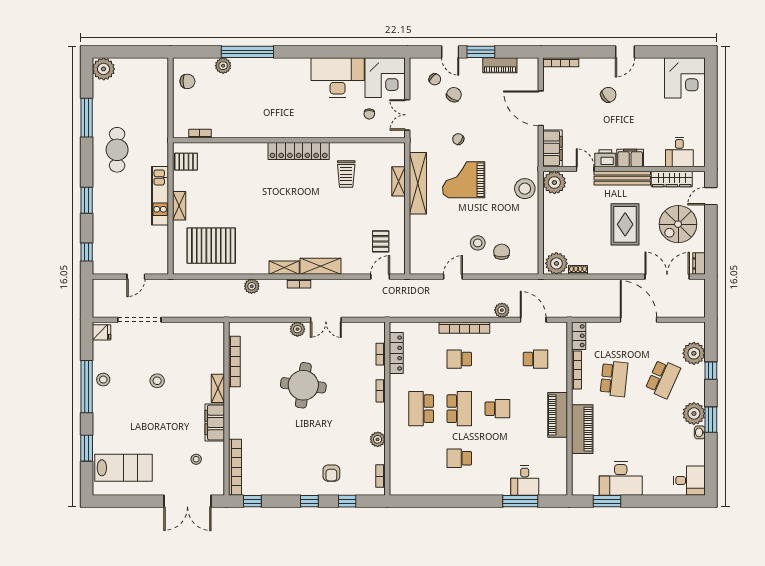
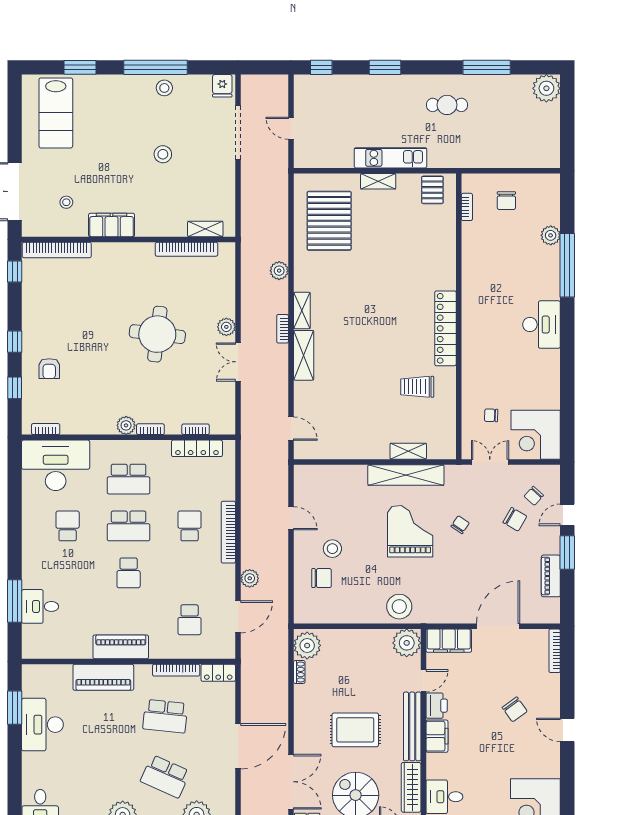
desk: (338, 78) -> (542, 325), moved, width x0.73, depth x0.77
chair: (187, 81) -> (506, 201), moved
cafe table: (117, 150) -> (447, 105), width x0.73, depth x0.74
pallet: (381, 241) -> (334, 429), removed
shelving: (218, 388) -> (205, 229), moved
school desk: (421, 409) -> (129, 479), turned 180
plant: (378, 439) -> (126, 425), moved
desk: (410, 468) -> (56, 465), added
armchair: (331, 473) -> (49, 369), turned -90

